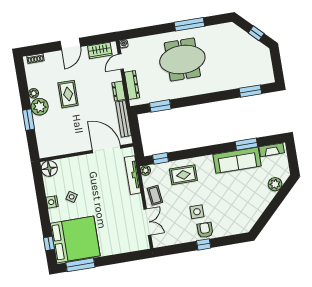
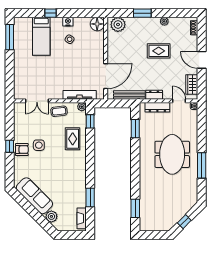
plant: (40, 107) -> (118, 24), moved
sofa: (237, 160) -> (34, 196), moved, turned 135
bed: (75, 240) -> (41, 36), width x0.49
window: (49, 243) -> (50, 13), moved

